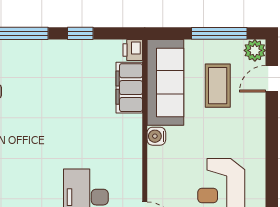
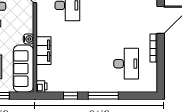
filing cabinet: (129, 88) -> (44, 51), moved

